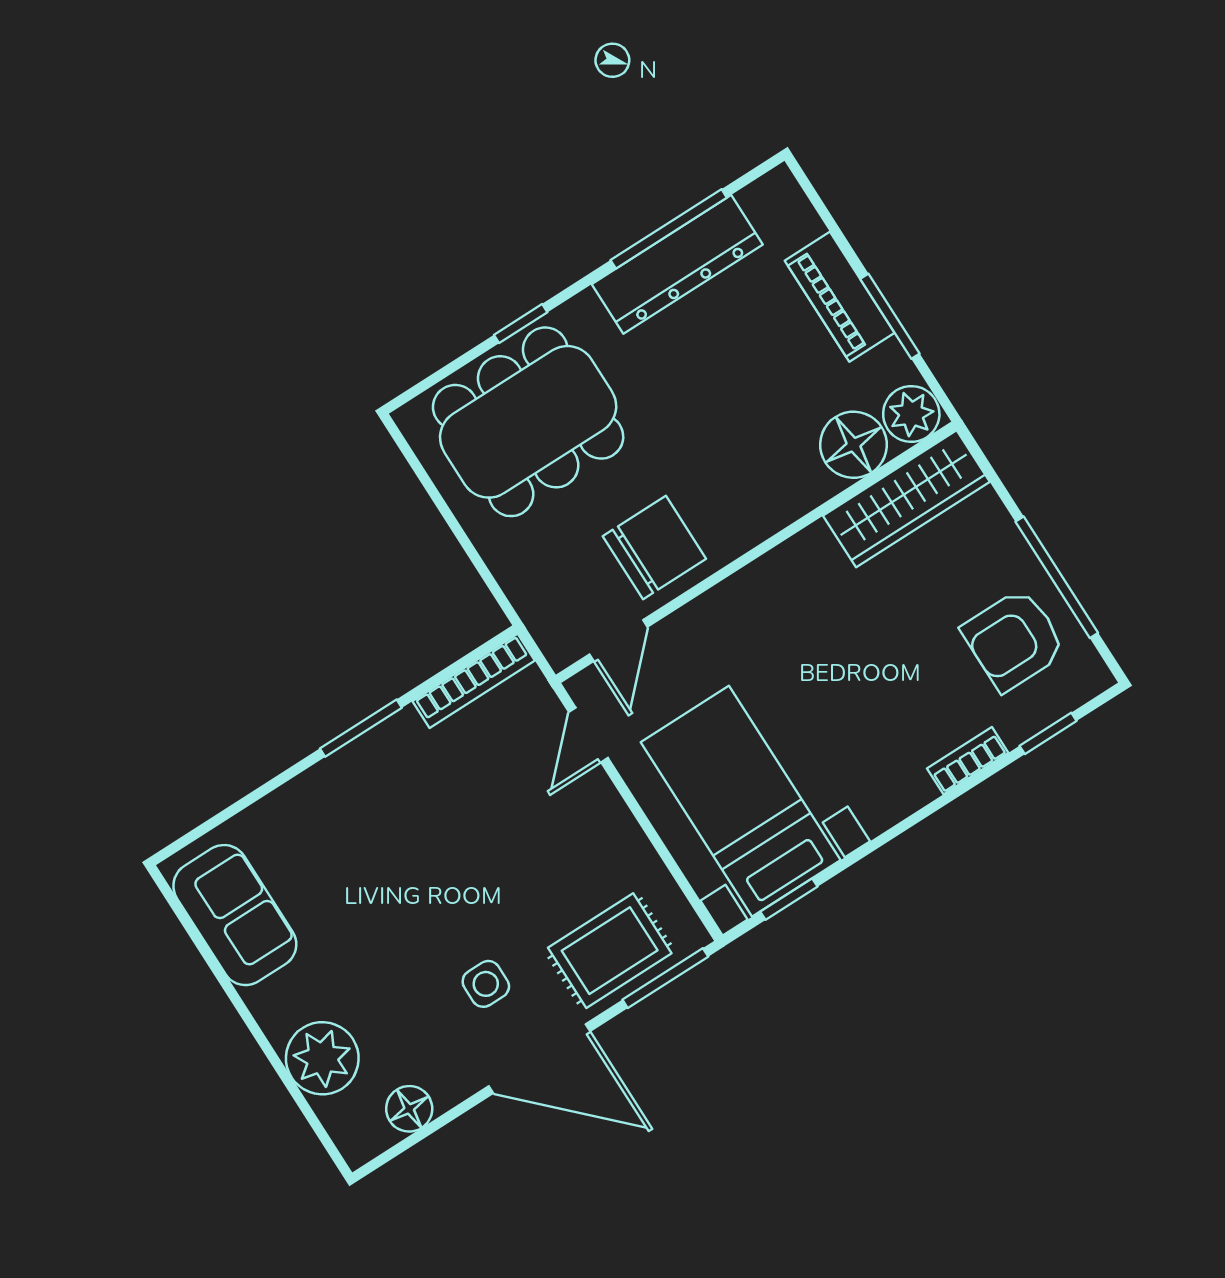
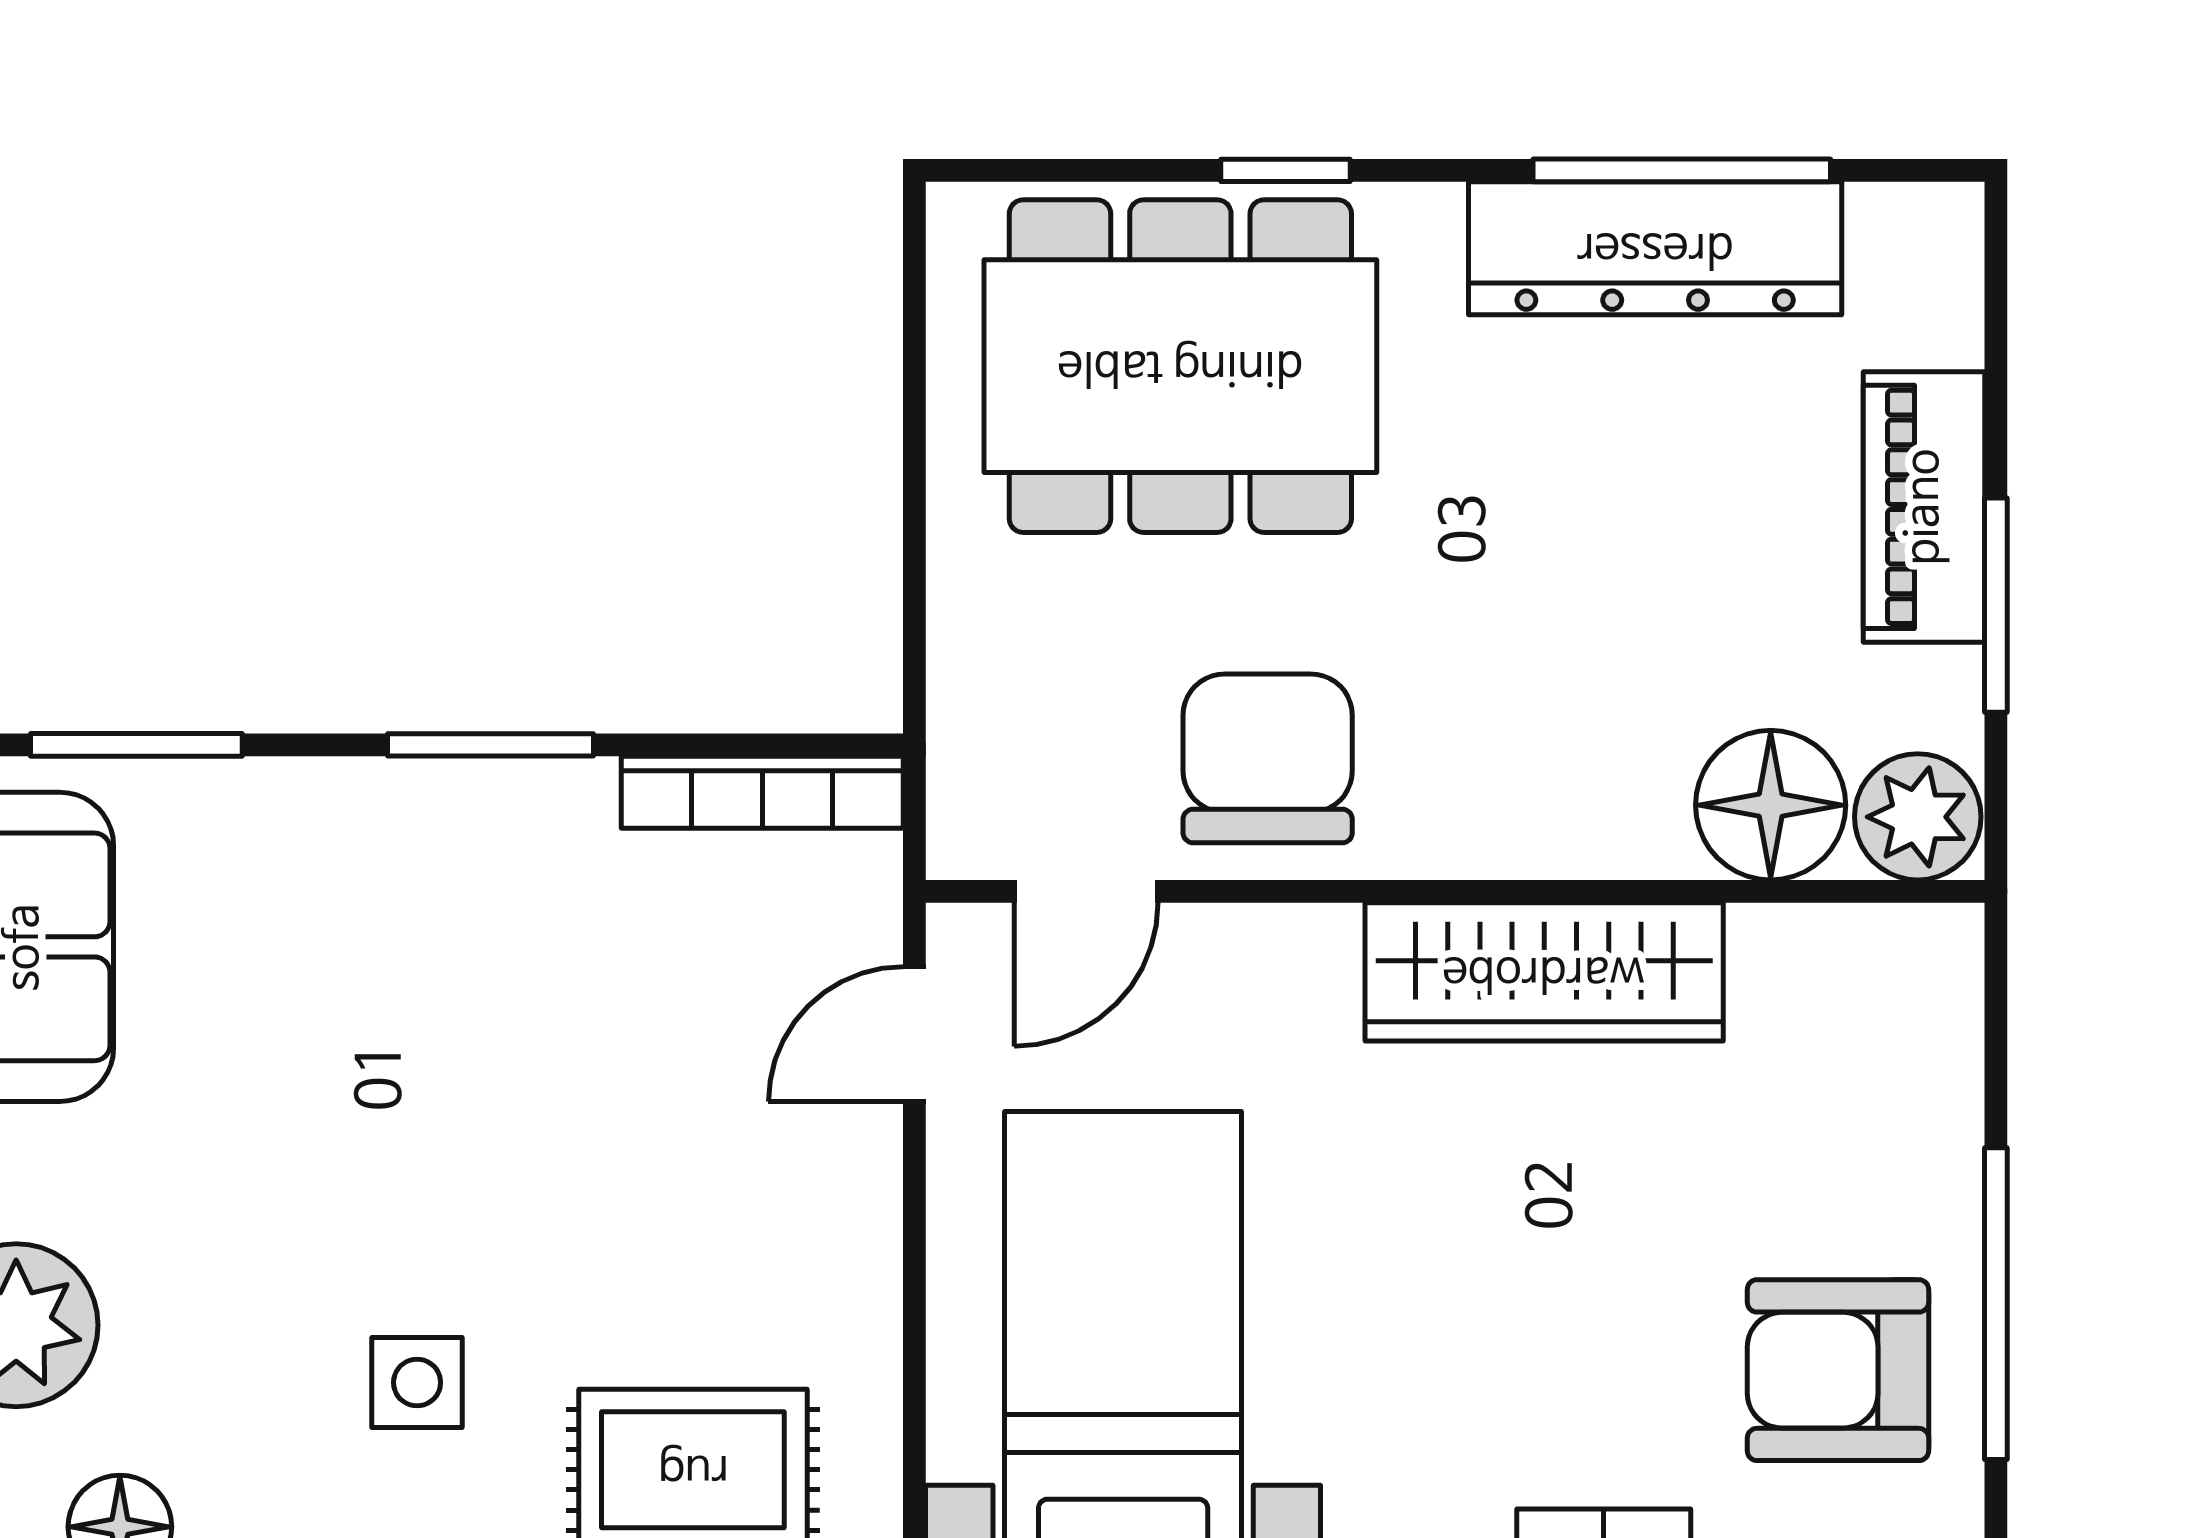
wardrobe: (906, 499) -> (1544, 972), moved
chair: (654, 547) -> (1268, 758), turned -90
window: (229, 813) -> (136, 745), added

